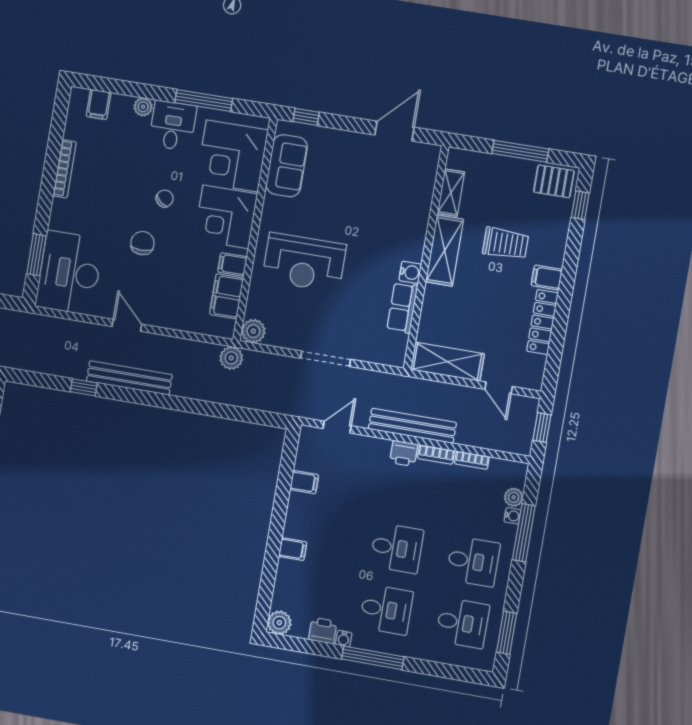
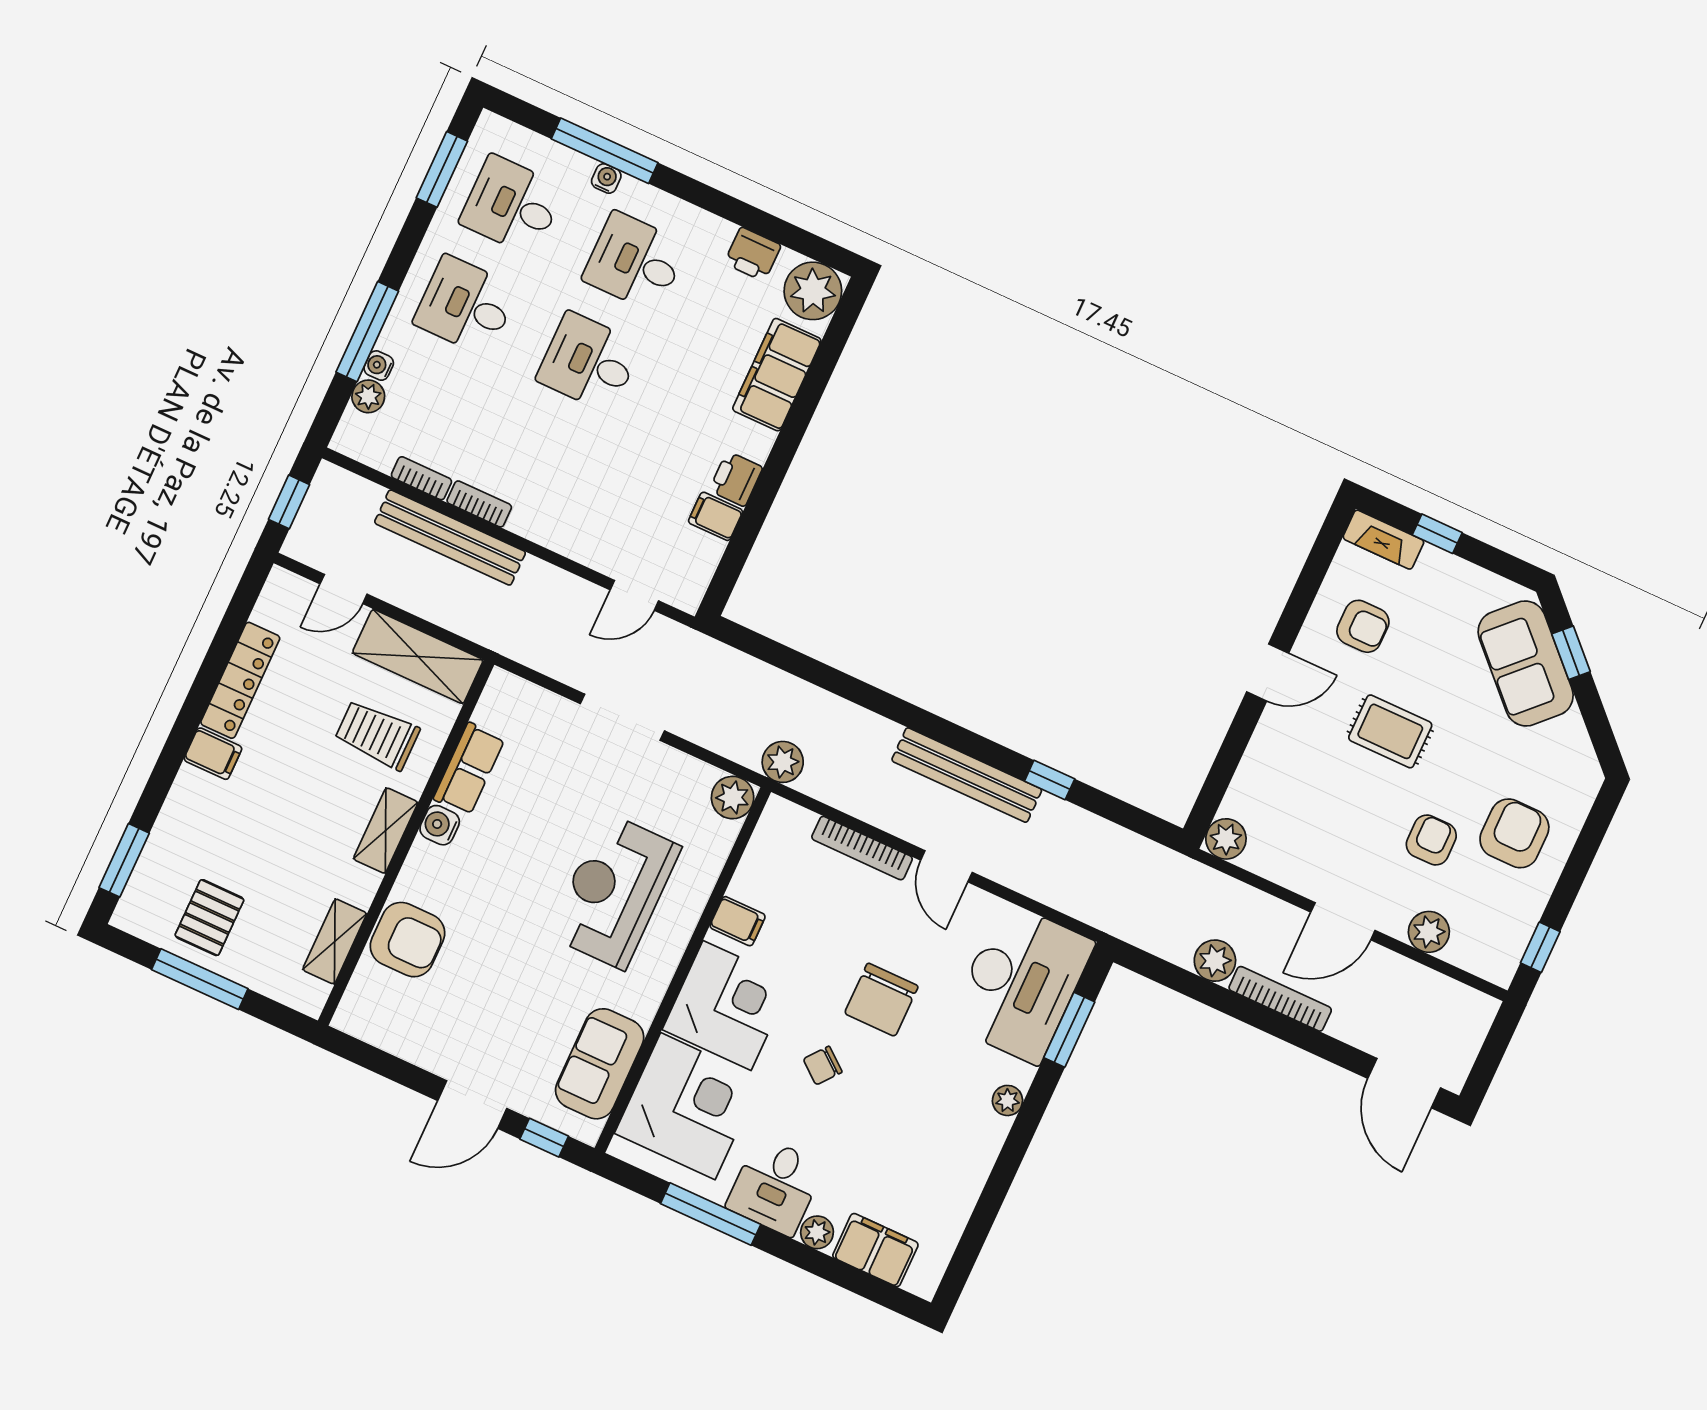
filing cabinet: (99, 104) -> (875, 1250), width x2.00
door: (394, 131) -> (472, 1104), moved
bookcase: (65, 169) -> (862, 848), moved, turned -90
pallet: (554, 181) -> (209, 918), moved, turned 90
armchair: (411, 205) -> (407, 940), added
window: (580, 205) -> (124, 860), width x1.50
plant: (59, 207) -> (1007, 1100), added
chair: (142, 243) -> (881, 1000), width x1.37, depth x1.37
trolley: (506, 243) -> (377, 735), moved
shelving: (445, 251) -> (386, 831), width x0.67, depth x0.75
reception desk: (304, 262) -> (615, 891), turned -90
filing cabinet: (226, 296) -> (762, 869), removed
door: (499, 388) -> (344, 589), swing flipped
bench: (412, 426) -> (450, 538), moved
printer: (404, 453) -> (736, 479), moved, turned -90
filing cabinet: (293, 549) -> (777, 375), width x3.00, depth x1.17
plant: (279, 623) -> (813, 291), width x1.36, depth x1.36
water cooler: (344, 639) -> (606, 179), moved
window: (373, 658) -> (605, 151), moved

